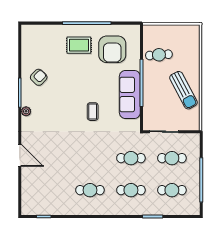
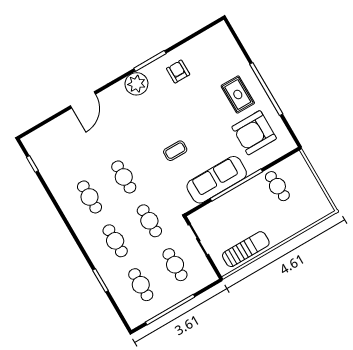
armchair: (39, 77) -> (178, 72), turned -134
sun lounger: (183, 90) -> (246, 249), moved, turned -152
plant: (26, 111) -> (136, 84), width x1.87, depth x1.87
cafe table: (90, 158) -> (124, 177), added

